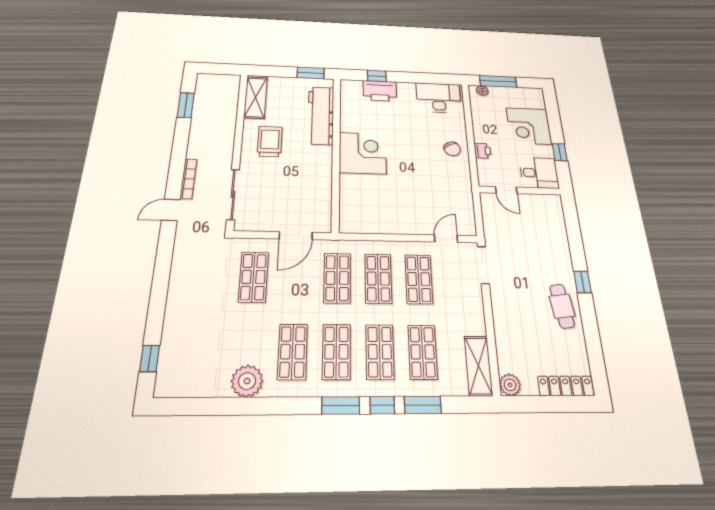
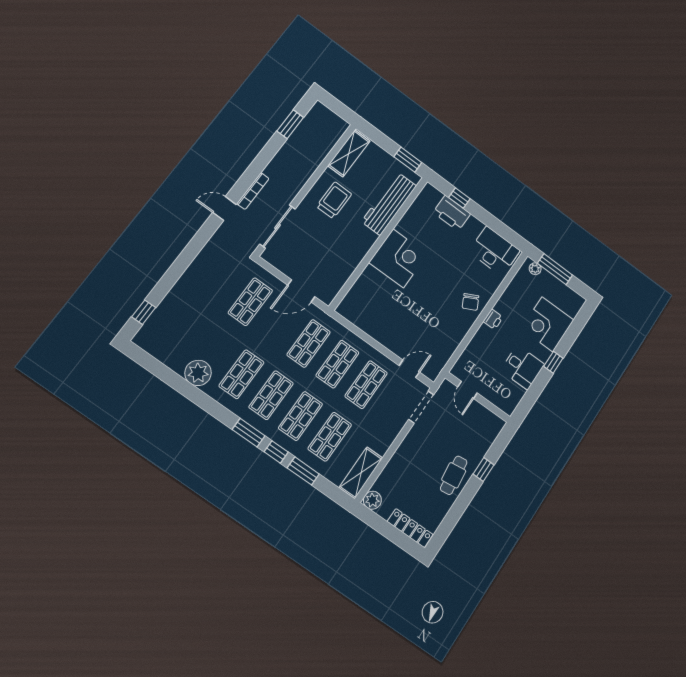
door: (506, 190) -> (467, 390), moved
wall: (520, 191) -> (478, 397), moved

